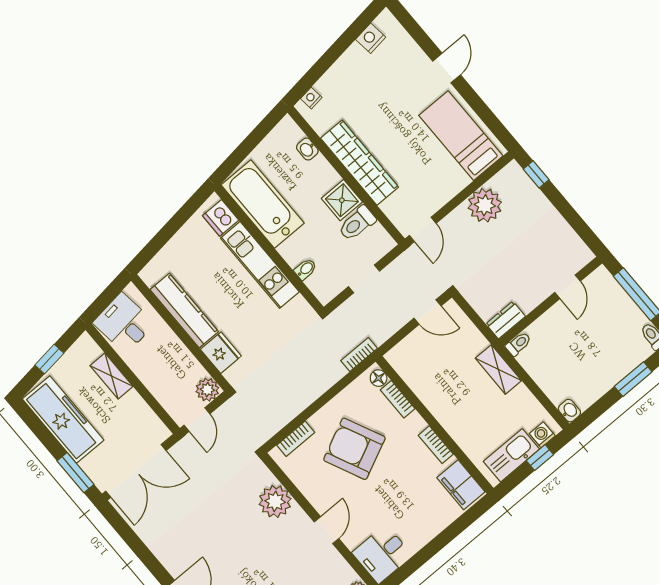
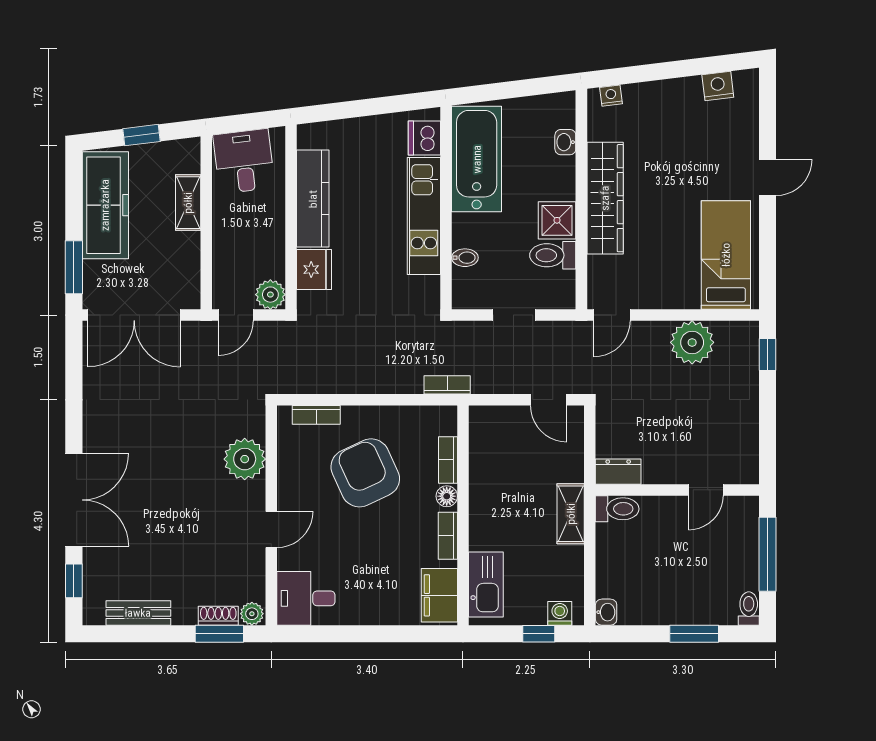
toilet: (518, 344) -> (617, 509), width x1.37, depth x1.39
floor lamp: (379, 378) -> (447, 496), moved
kitchen sink: (511, 455) -> (486, 585), moved, turned 90

